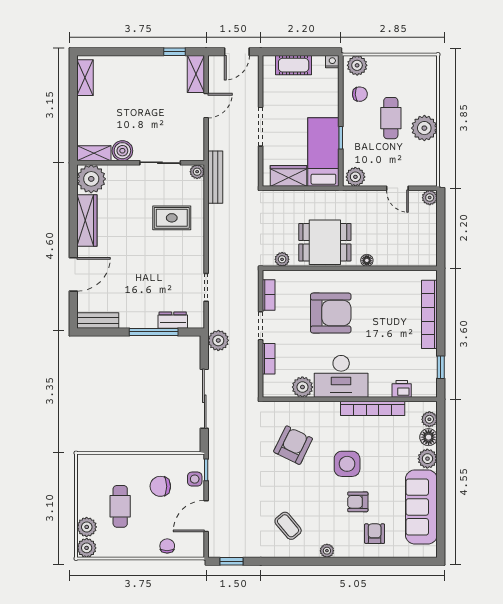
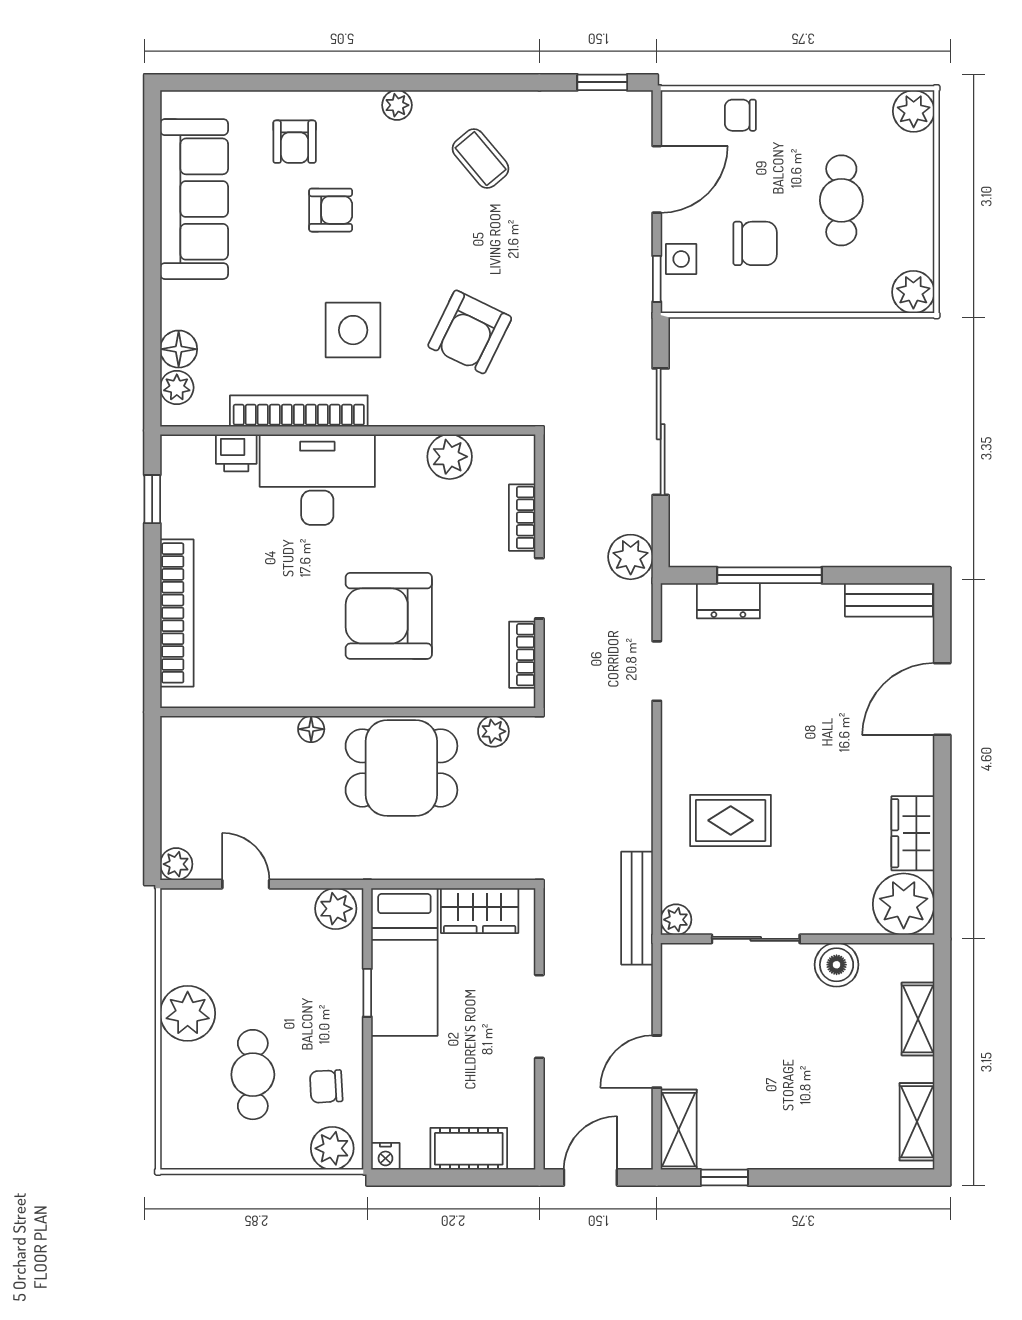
cafe table: (391, 118) -> (253, 1075), moved
shelving: (94, 153) -> (918, 1019), moved, turned 90
wardrobe: (87, 221) -> (913, 833), width x0.67
desk: (341, 376) -> (317, 480), moved
plant: (427, 459) -> (181, 303), removed
side table: (347, 464) -> (353, 330), moved
plant: (87, 527) -> (913, 292), moved
chair: (167, 546) -> (740, 115), turned 90

